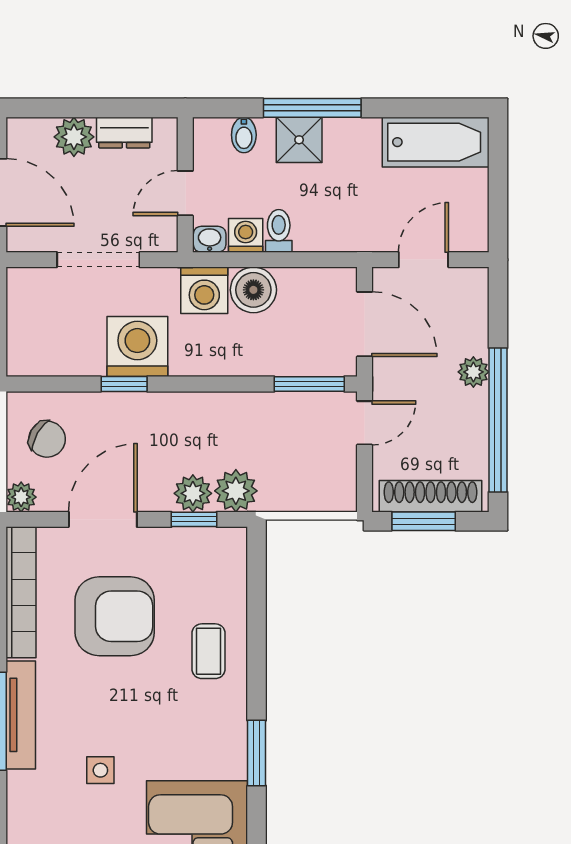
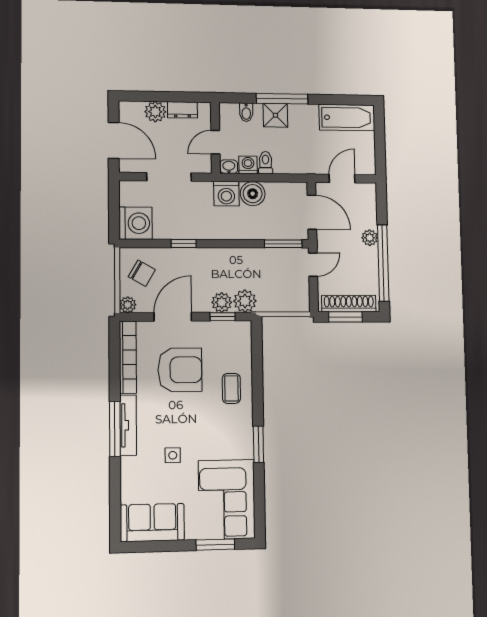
washing machine: (137, 347) -> (136, 223), moved, turned 90

